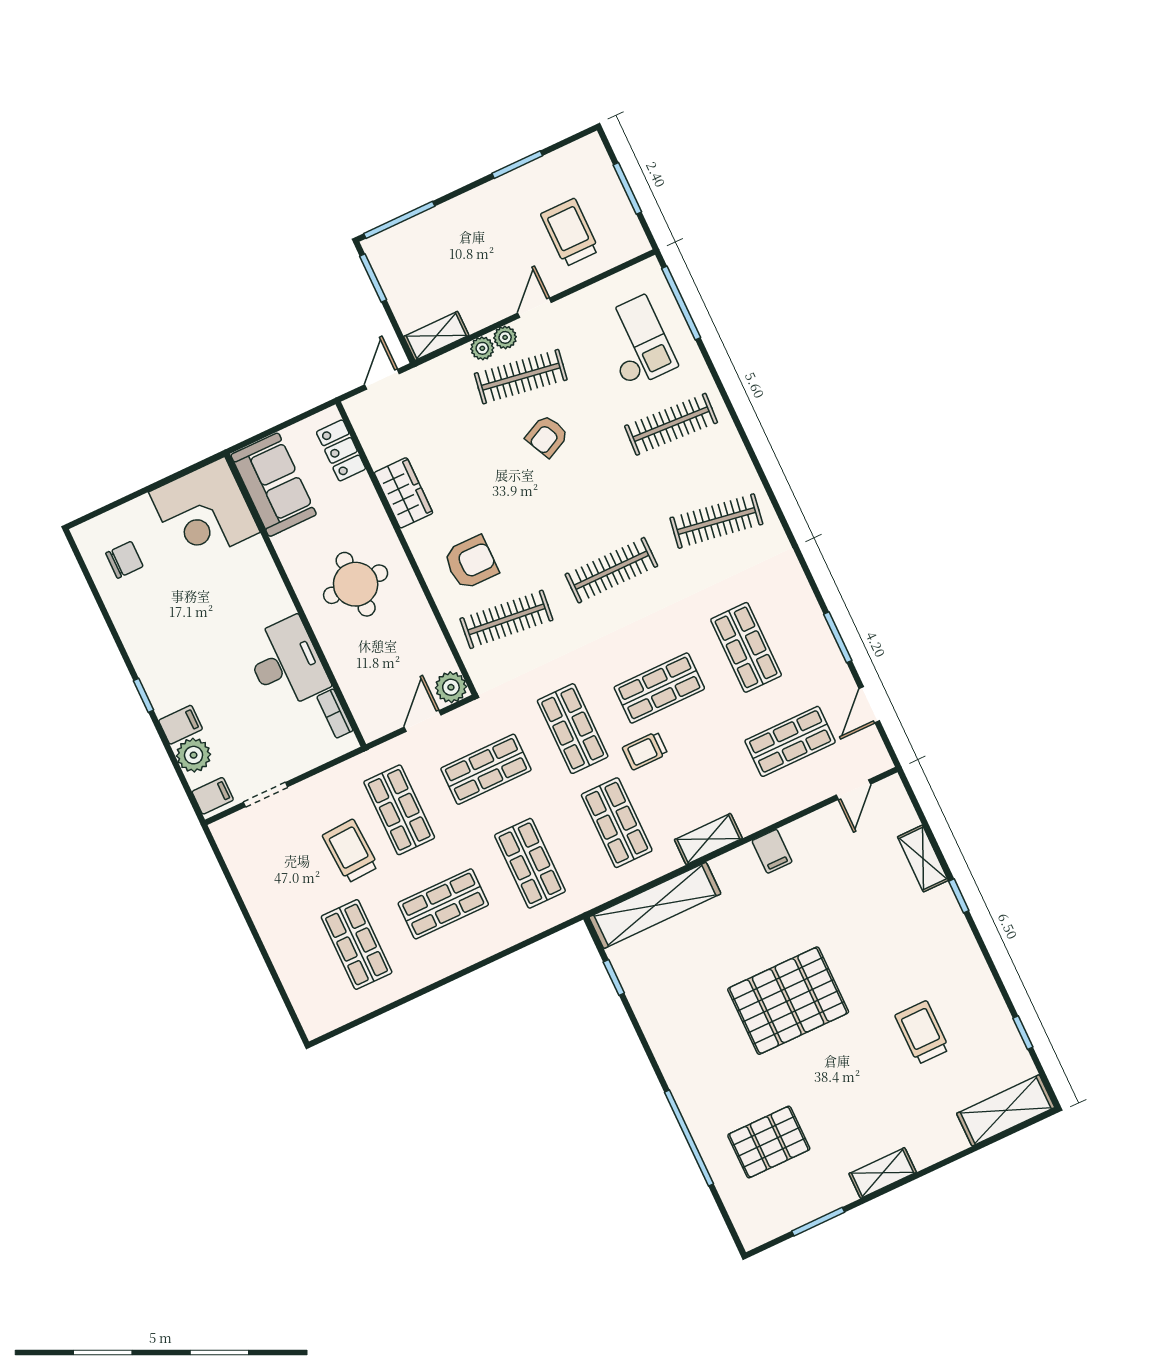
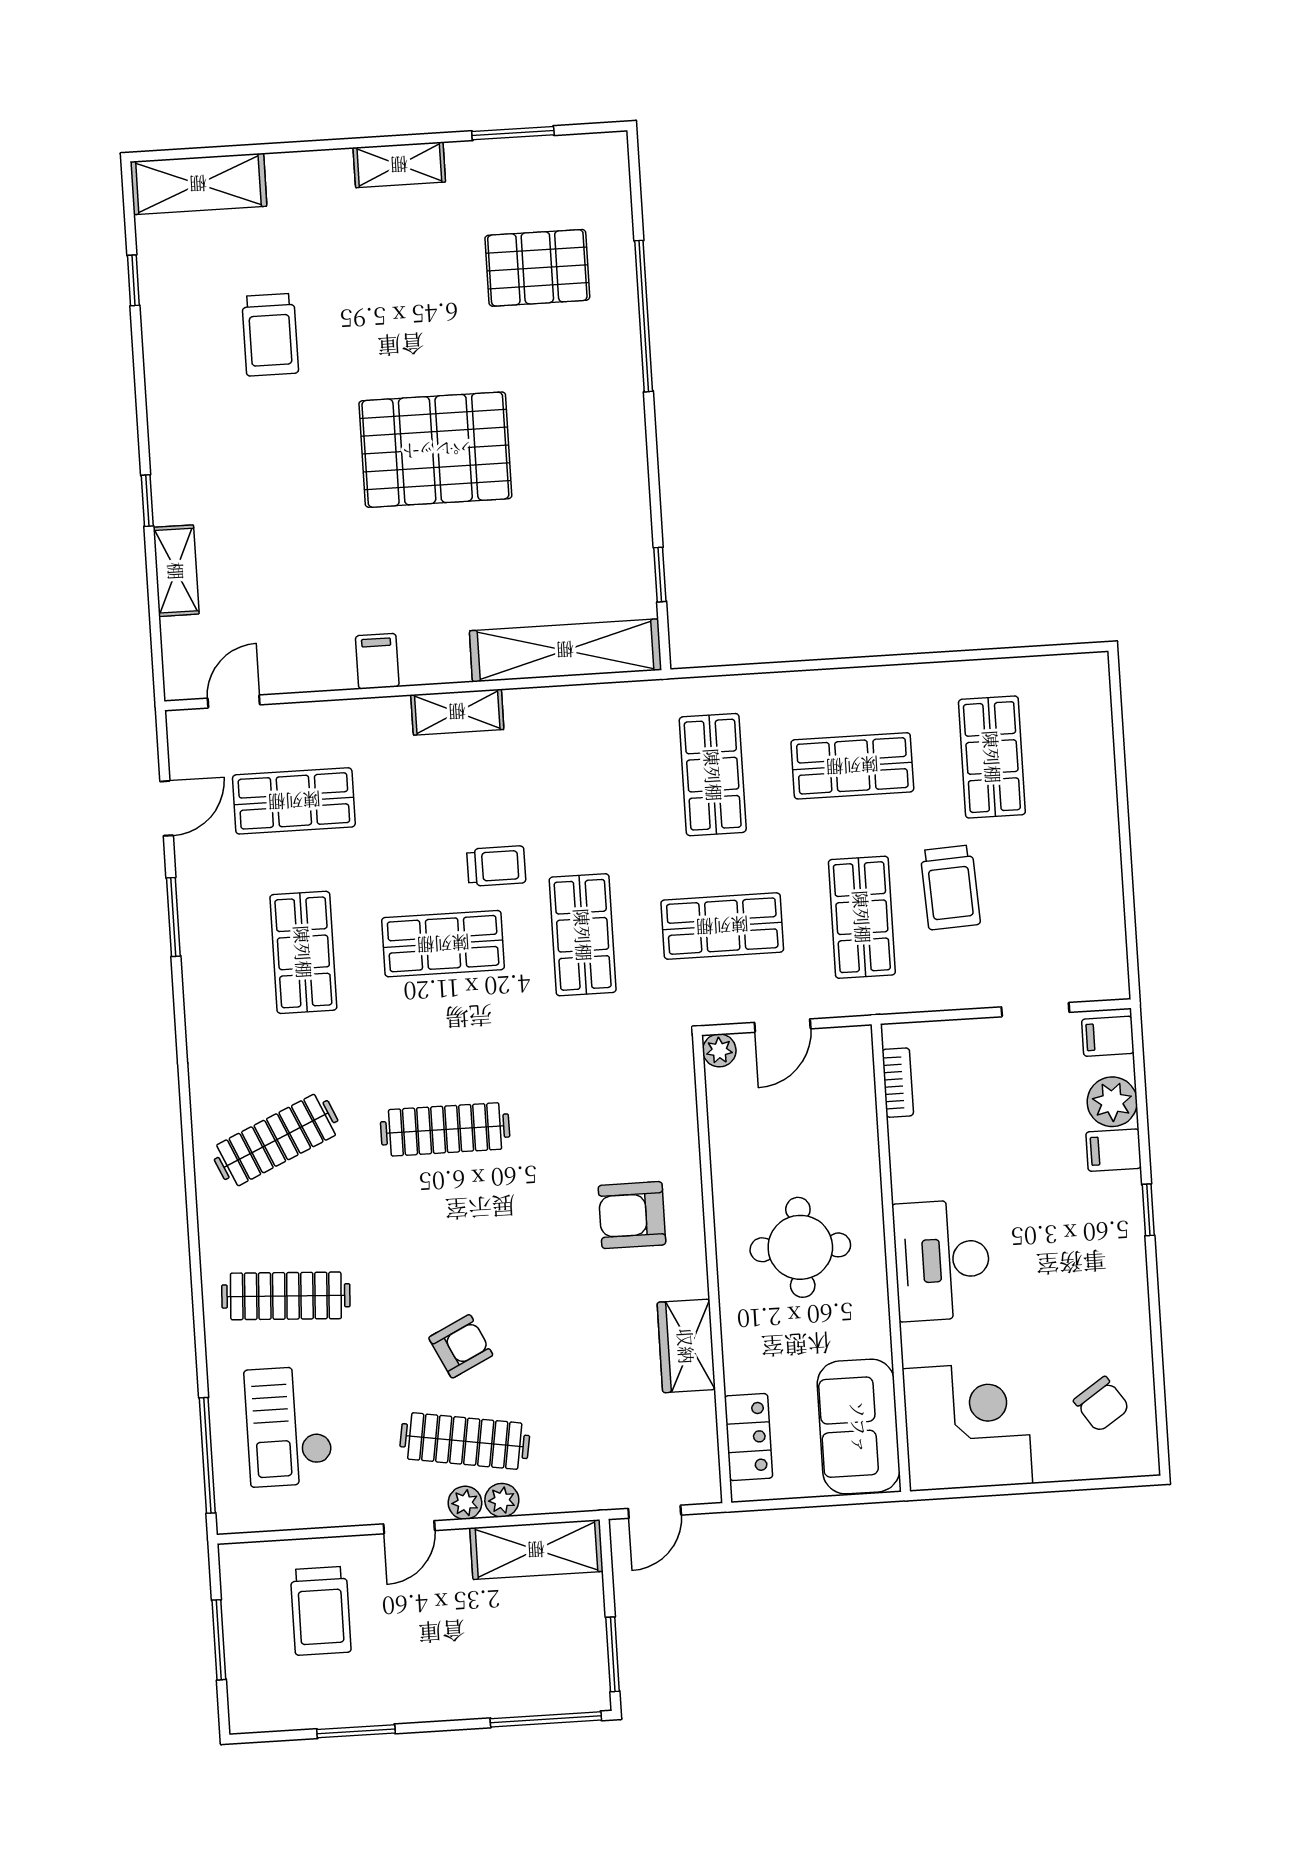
shelving: (436, 336) -> (536, 1550), width x1.50, depth x1.33
clothes rail: (716, 521) -> (276, 1140), turned -33
chair: (124, 560) -> (1102, 1404), turned -124
clothes rail: (506, 619) -> (614, 1119), removed
desk: (286, 663) -> (942, 1260), moved
plant: (451, 687) -> (719, 1050), width x0.73, depth x0.73
shop shelf: (617, 823) -> (573, 783), removed

